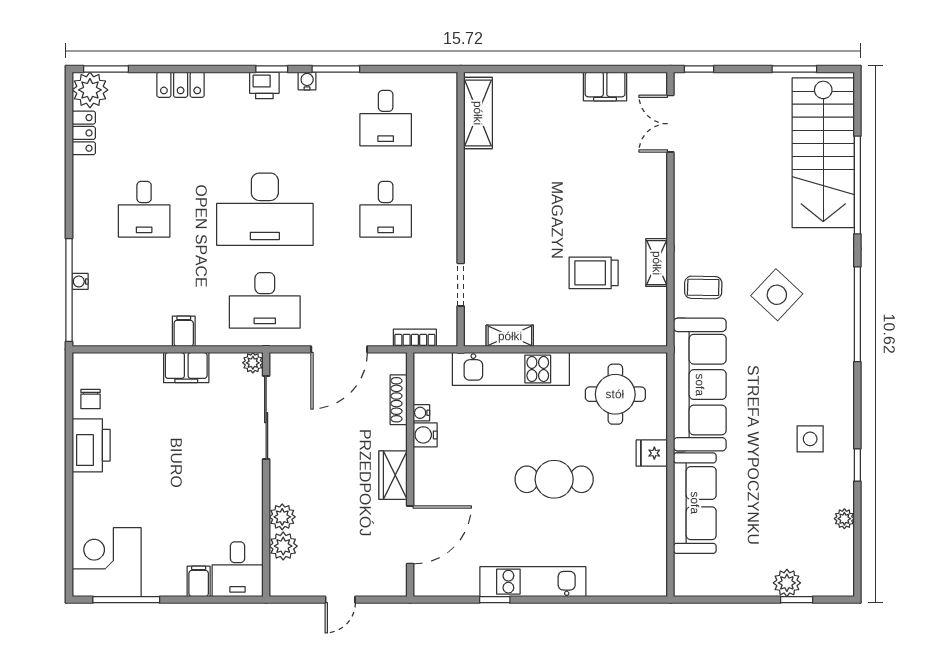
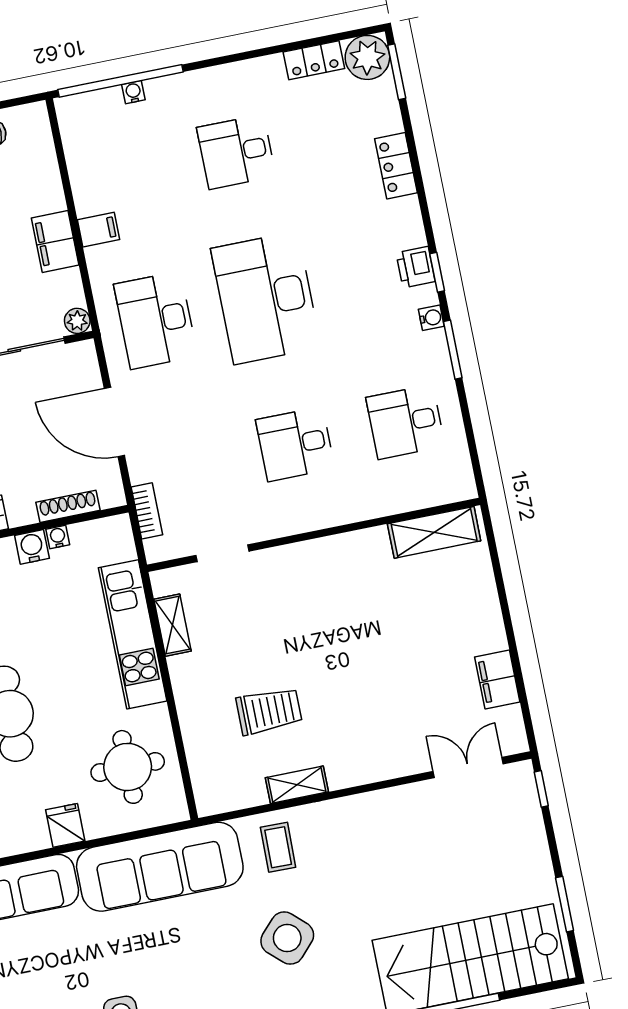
trolley: (594, 273) -> (269, 711), turned 90

